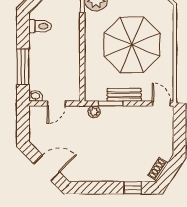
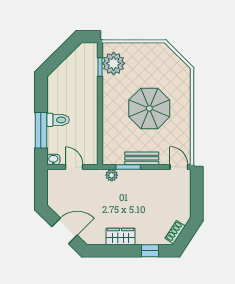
toilet: (40, 26) -> (58, 120), moved
parasol: (132, 45) -> (149, 108), width x0.73, depth x0.73
door: (56, 104) -> (74, 167), swing flipped
wardrobe: (103, 173) -> (121, 237), added

